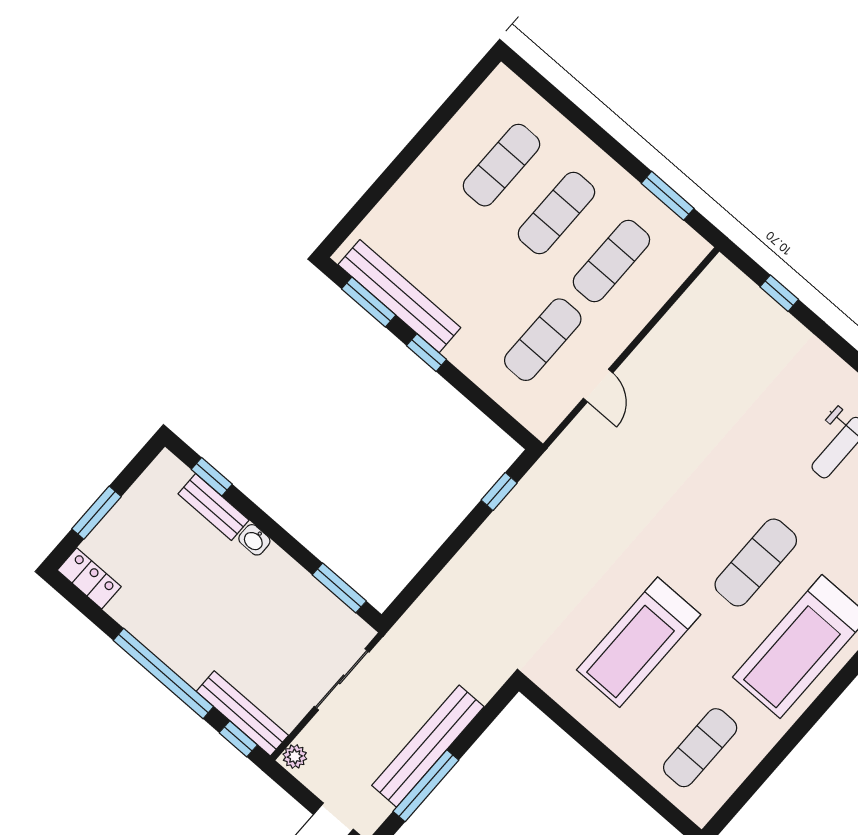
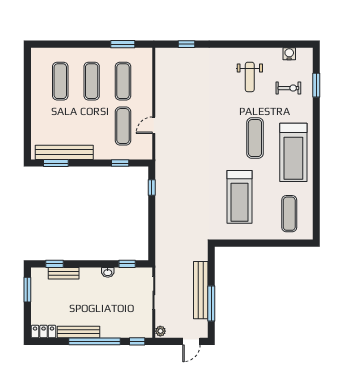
window: (426, 353) -> (120, 163), moved
door: (598, 386) -> (154, 125), swing flipped
window: (97, 513) -> (27, 290), moved
washbasin: (254, 540) -> (108, 272), moved
window: (339, 588) -> (127, 264), width x0.67
bench: (242, 713) -> (79, 332), moved

